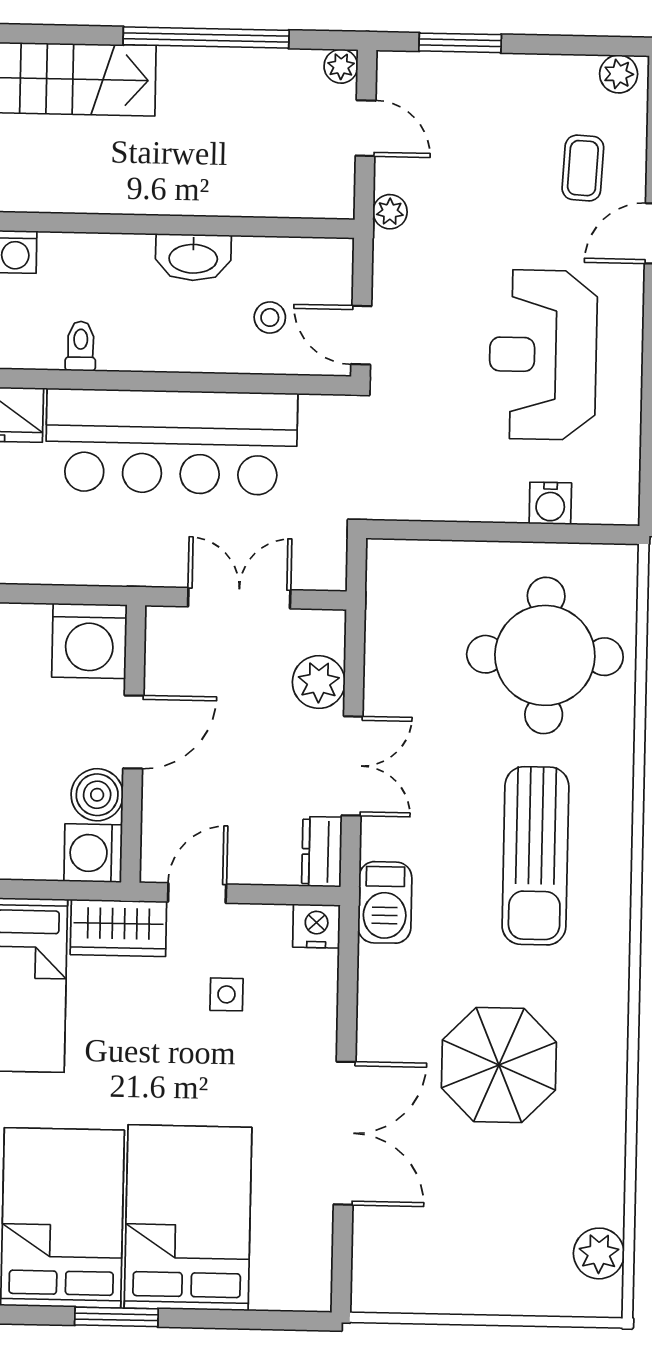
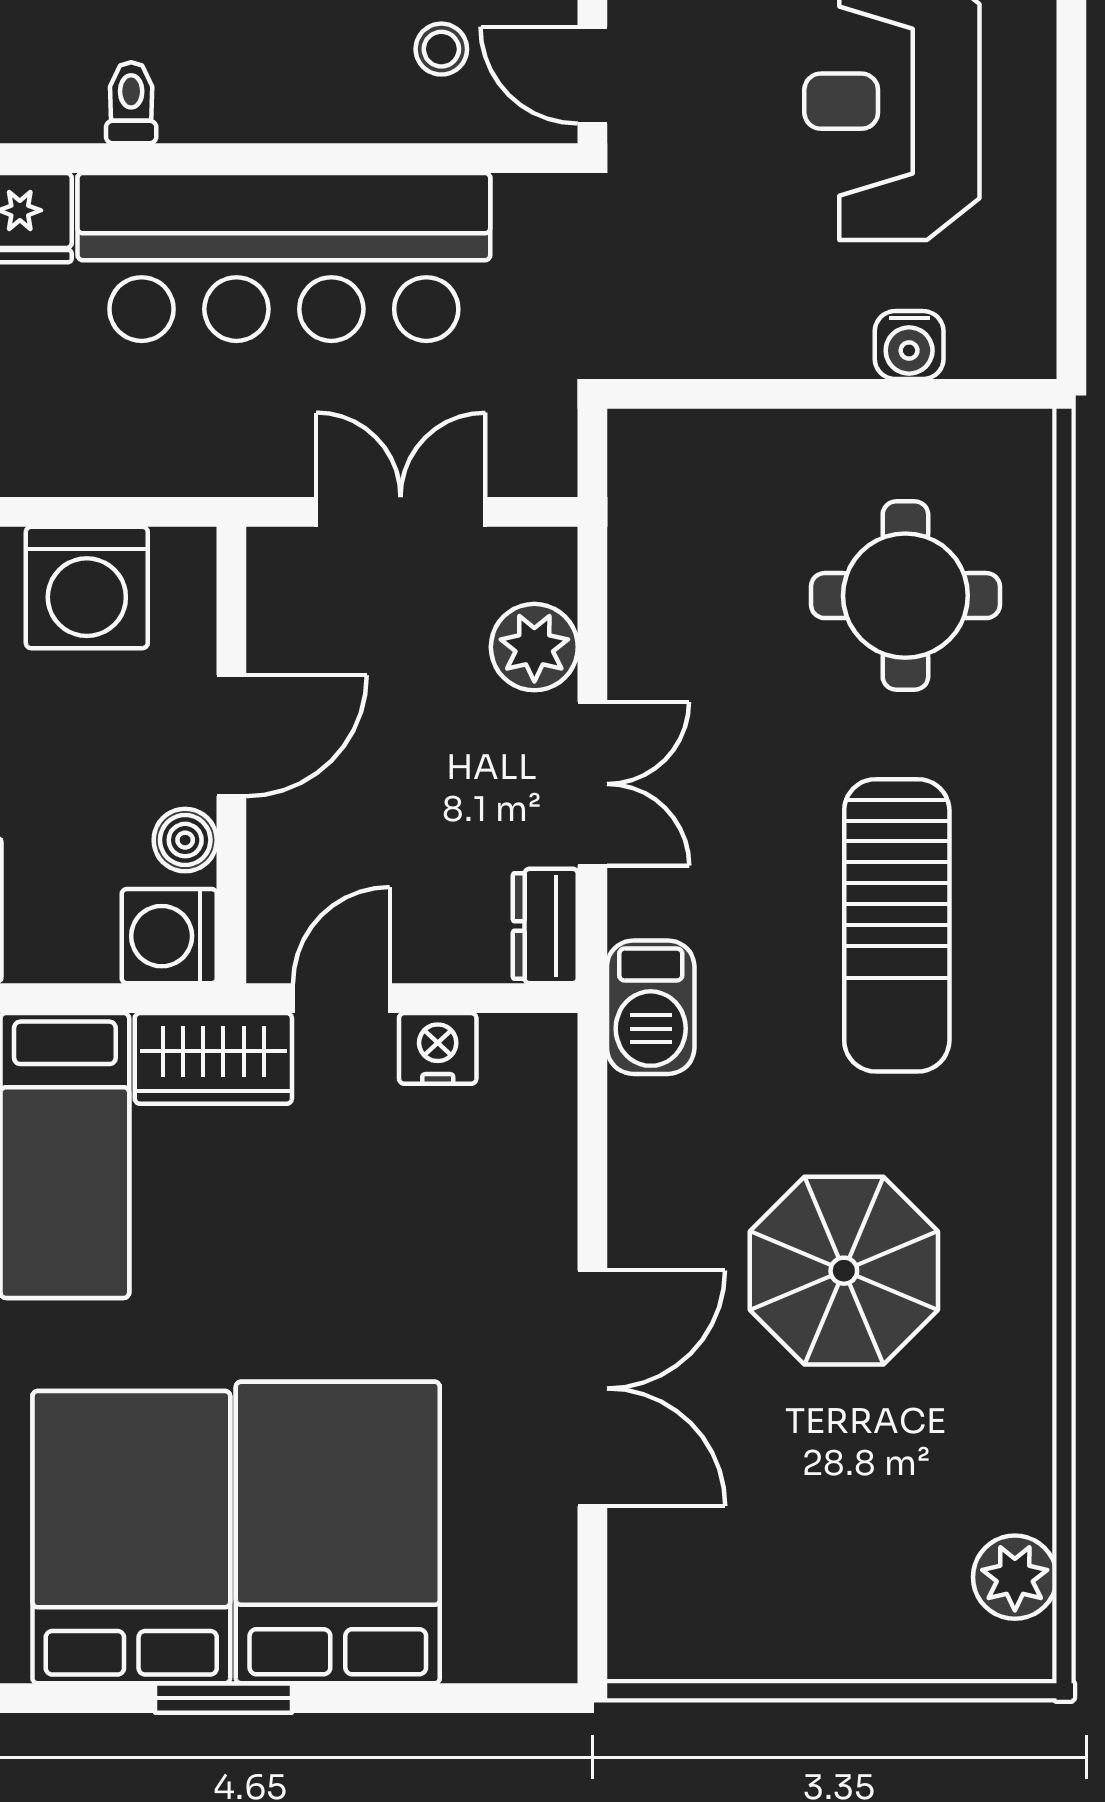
washing machine: (89, 641) -> (87, 587), moved
round table: (545, 655) -> (905, 596), width x0.73, depth x0.73
boiler: (97, 795) -> (185, 840), width x0.73, depth x0.73
nightstand: (316, 926) -> (438, 1048), moved
side table: (226, 994) -> (393, 1164), removed

